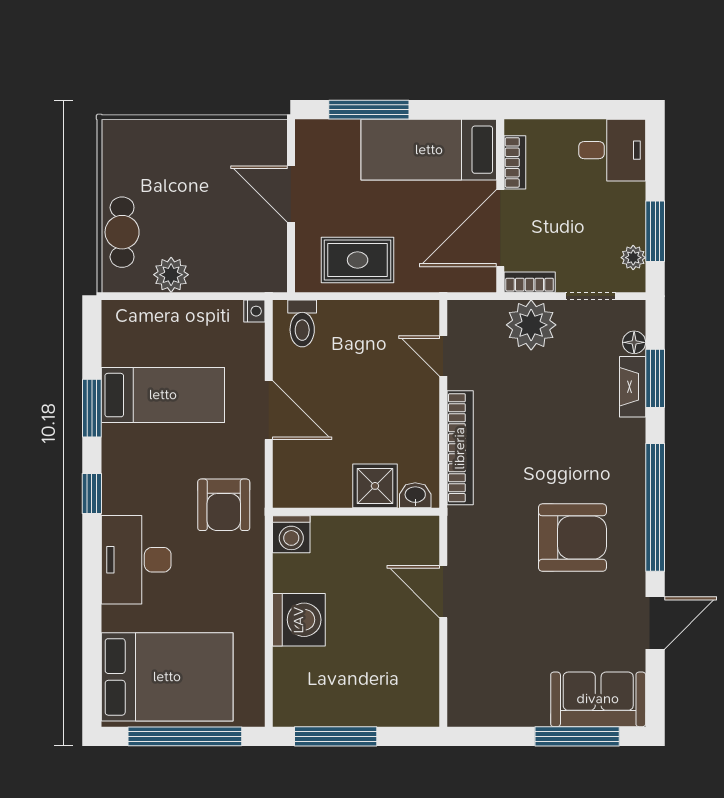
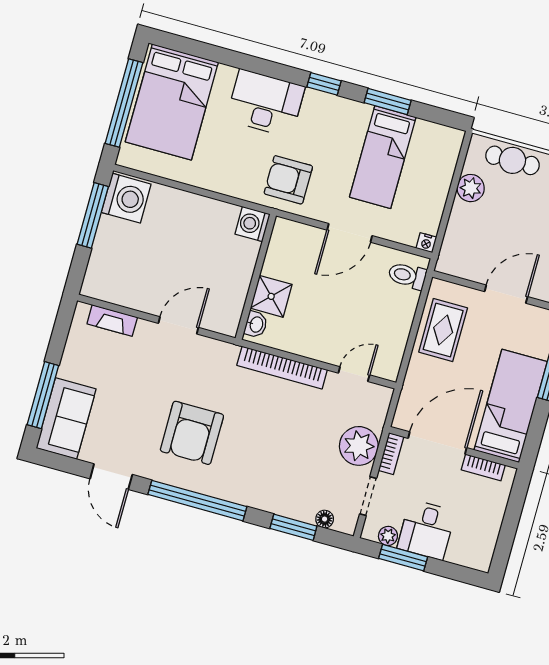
desk: (612, 150) -> (426, 530), moved
door: (500, 228) -> (437, 443), hinge flipped
fireplace: (633, 387) -> (112, 321), moved, turned 180
washing machine: (299, 620) -> (126, 198), moved, turned -90

